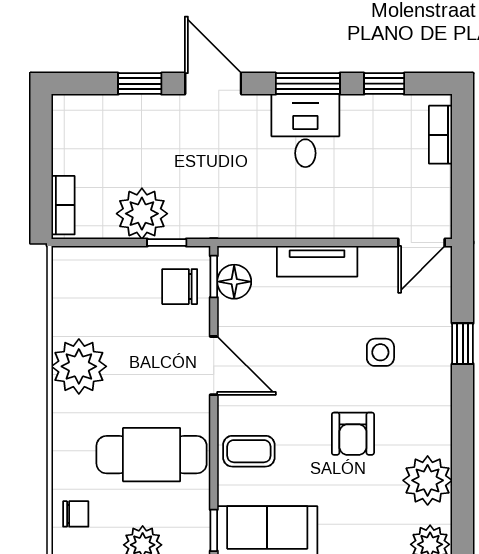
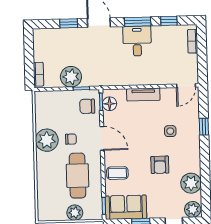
cafe table: (152, 455) -> (78, 176), turned 90
chair: (76, 514) -> (71, 139), moved

